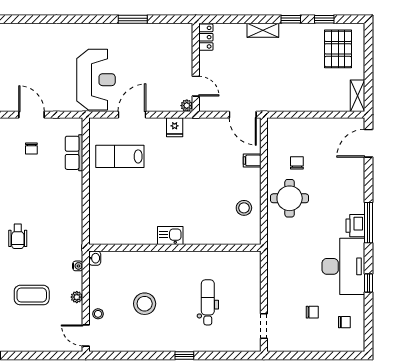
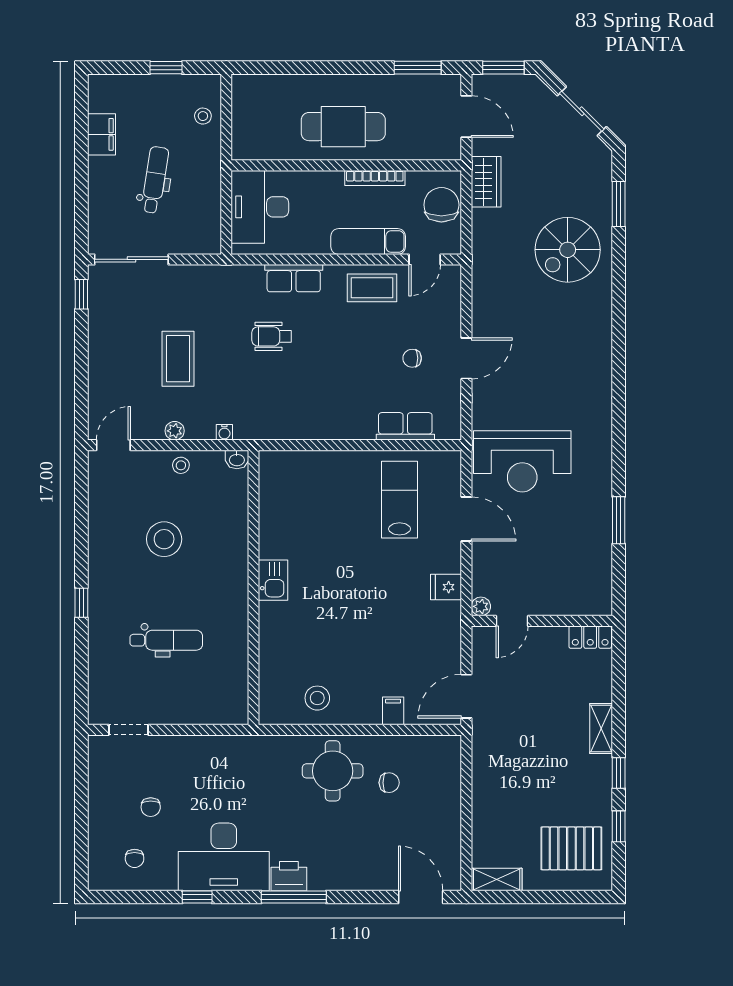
stool: (98, 314) -> (181, 465), moved

